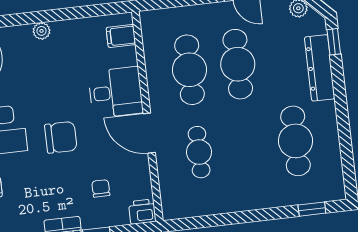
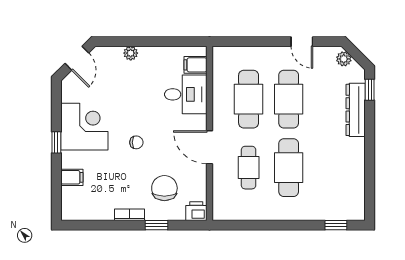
desk: (116, 92) -> (186, 94), moved
chair: (61, 137) -> (136, 142), width x0.54, depth x0.54
cafe table: (295, 141) -> (289, 168), moved
chair: (101, 188) -> (164, 188), width x1.87, depth x1.87

